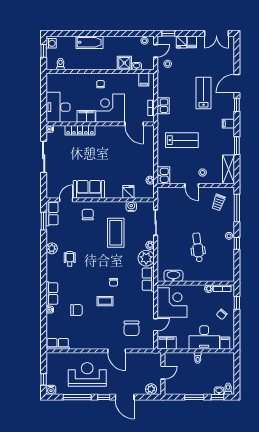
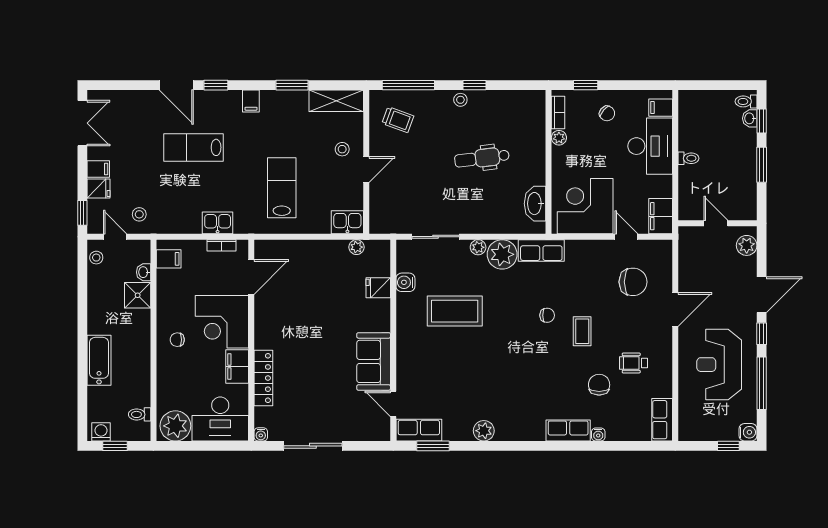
plant: (54, 83) -> (175, 426), added
chair: (88, 215) -> (421, 364), removed
wheelchair: (70, 259) -> (633, 363), moved

